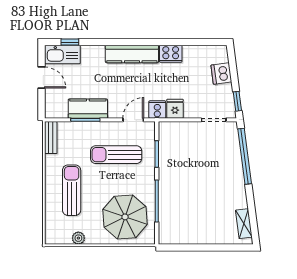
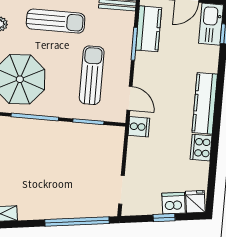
window: (237, 101) -> (164, 218), moved
kitchen counter: (88, 109) -> (149, 29), moved
fridge: (175, 109) -> (195, 202), moved, turned -98

